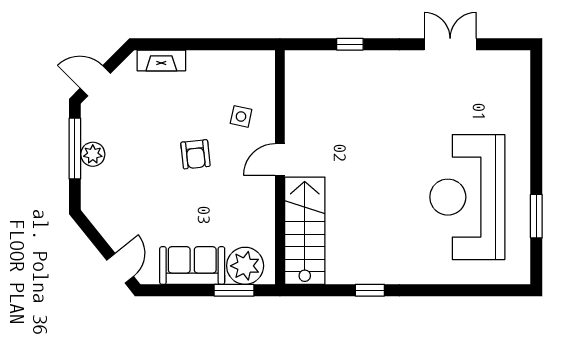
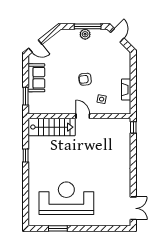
window: (350, 44) -> (133, 127), moved
double door: (450, 44) -> (133, 208), moved
fireplace: (161, 60) -> (126, 90), moved
plant: (245, 266) -> (36, 101), removed

